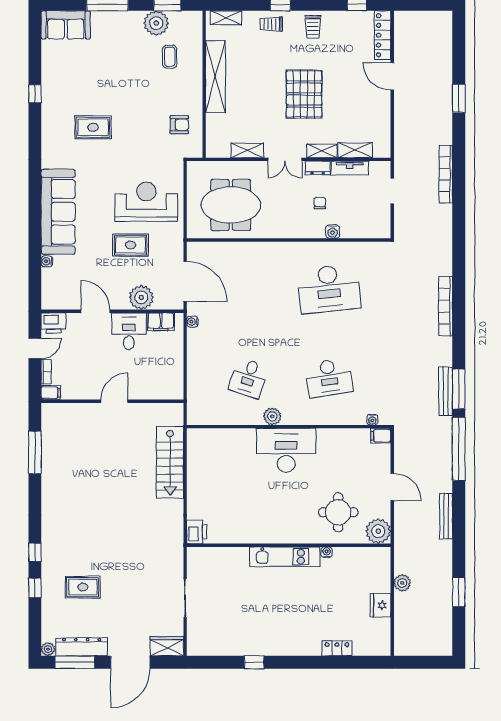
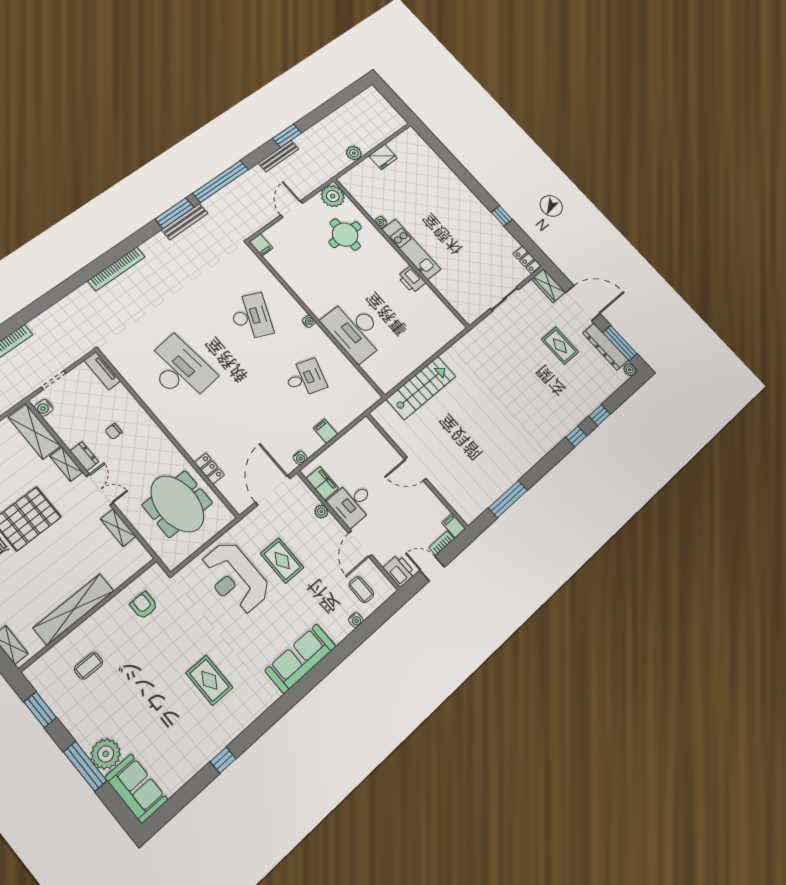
plant: (156, 23) -> (106, 754), moved
shelving: (355, 150) -> (34, 432), width x1.50, depth x1.33
tv unit: (350, 168) -> (102, 371), moved, turned 180
sofa: (58, 212) -> (300, 658), width x0.74, depth x0.79
water cooler: (333, 232) -> (44, 408), moved, turned 180
locker: (238, 249) -> (209, 469), added
coffee table: (64, 284) -> (361, 590), added
plant: (141, 297) -> (321, 512), width x0.53, depth x0.53
filing cabinet: (197, 358) -> (325, 431), added
desk: (329, 378) -> (251, 316), turned 33
plant: (272, 416) -> (318, 337), removed
water cooler: (372, 420) -> (309, 321), moved
desk: (286, 450) -> (355, 330), moved
printer: (197, 532) -> (411, 280), moved, turned -90
rug: (83, 587) -> (560, 346), moved
window: (459, 592) -> (287, 136), moved
locker: (337, 648) -> (527, 260), moved

